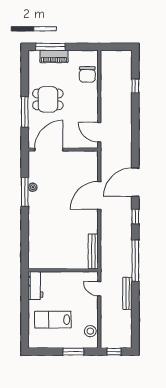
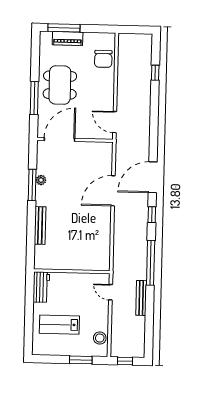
dining table: (48, 99) -> (60, 85), width x1.38
bench: (93, 251) -> (40, 226), moved

